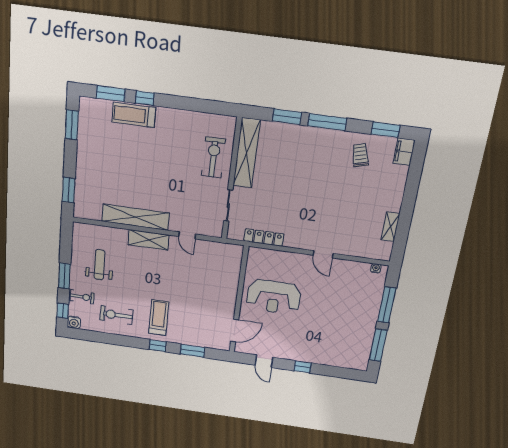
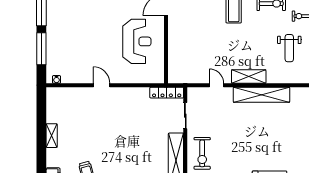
shelving: (390, 227) -> (52, 136), moved
locker: (264, 237) -> (167, 93), moved
reception desk: (274, 297) -> (137, 41), turned 90

